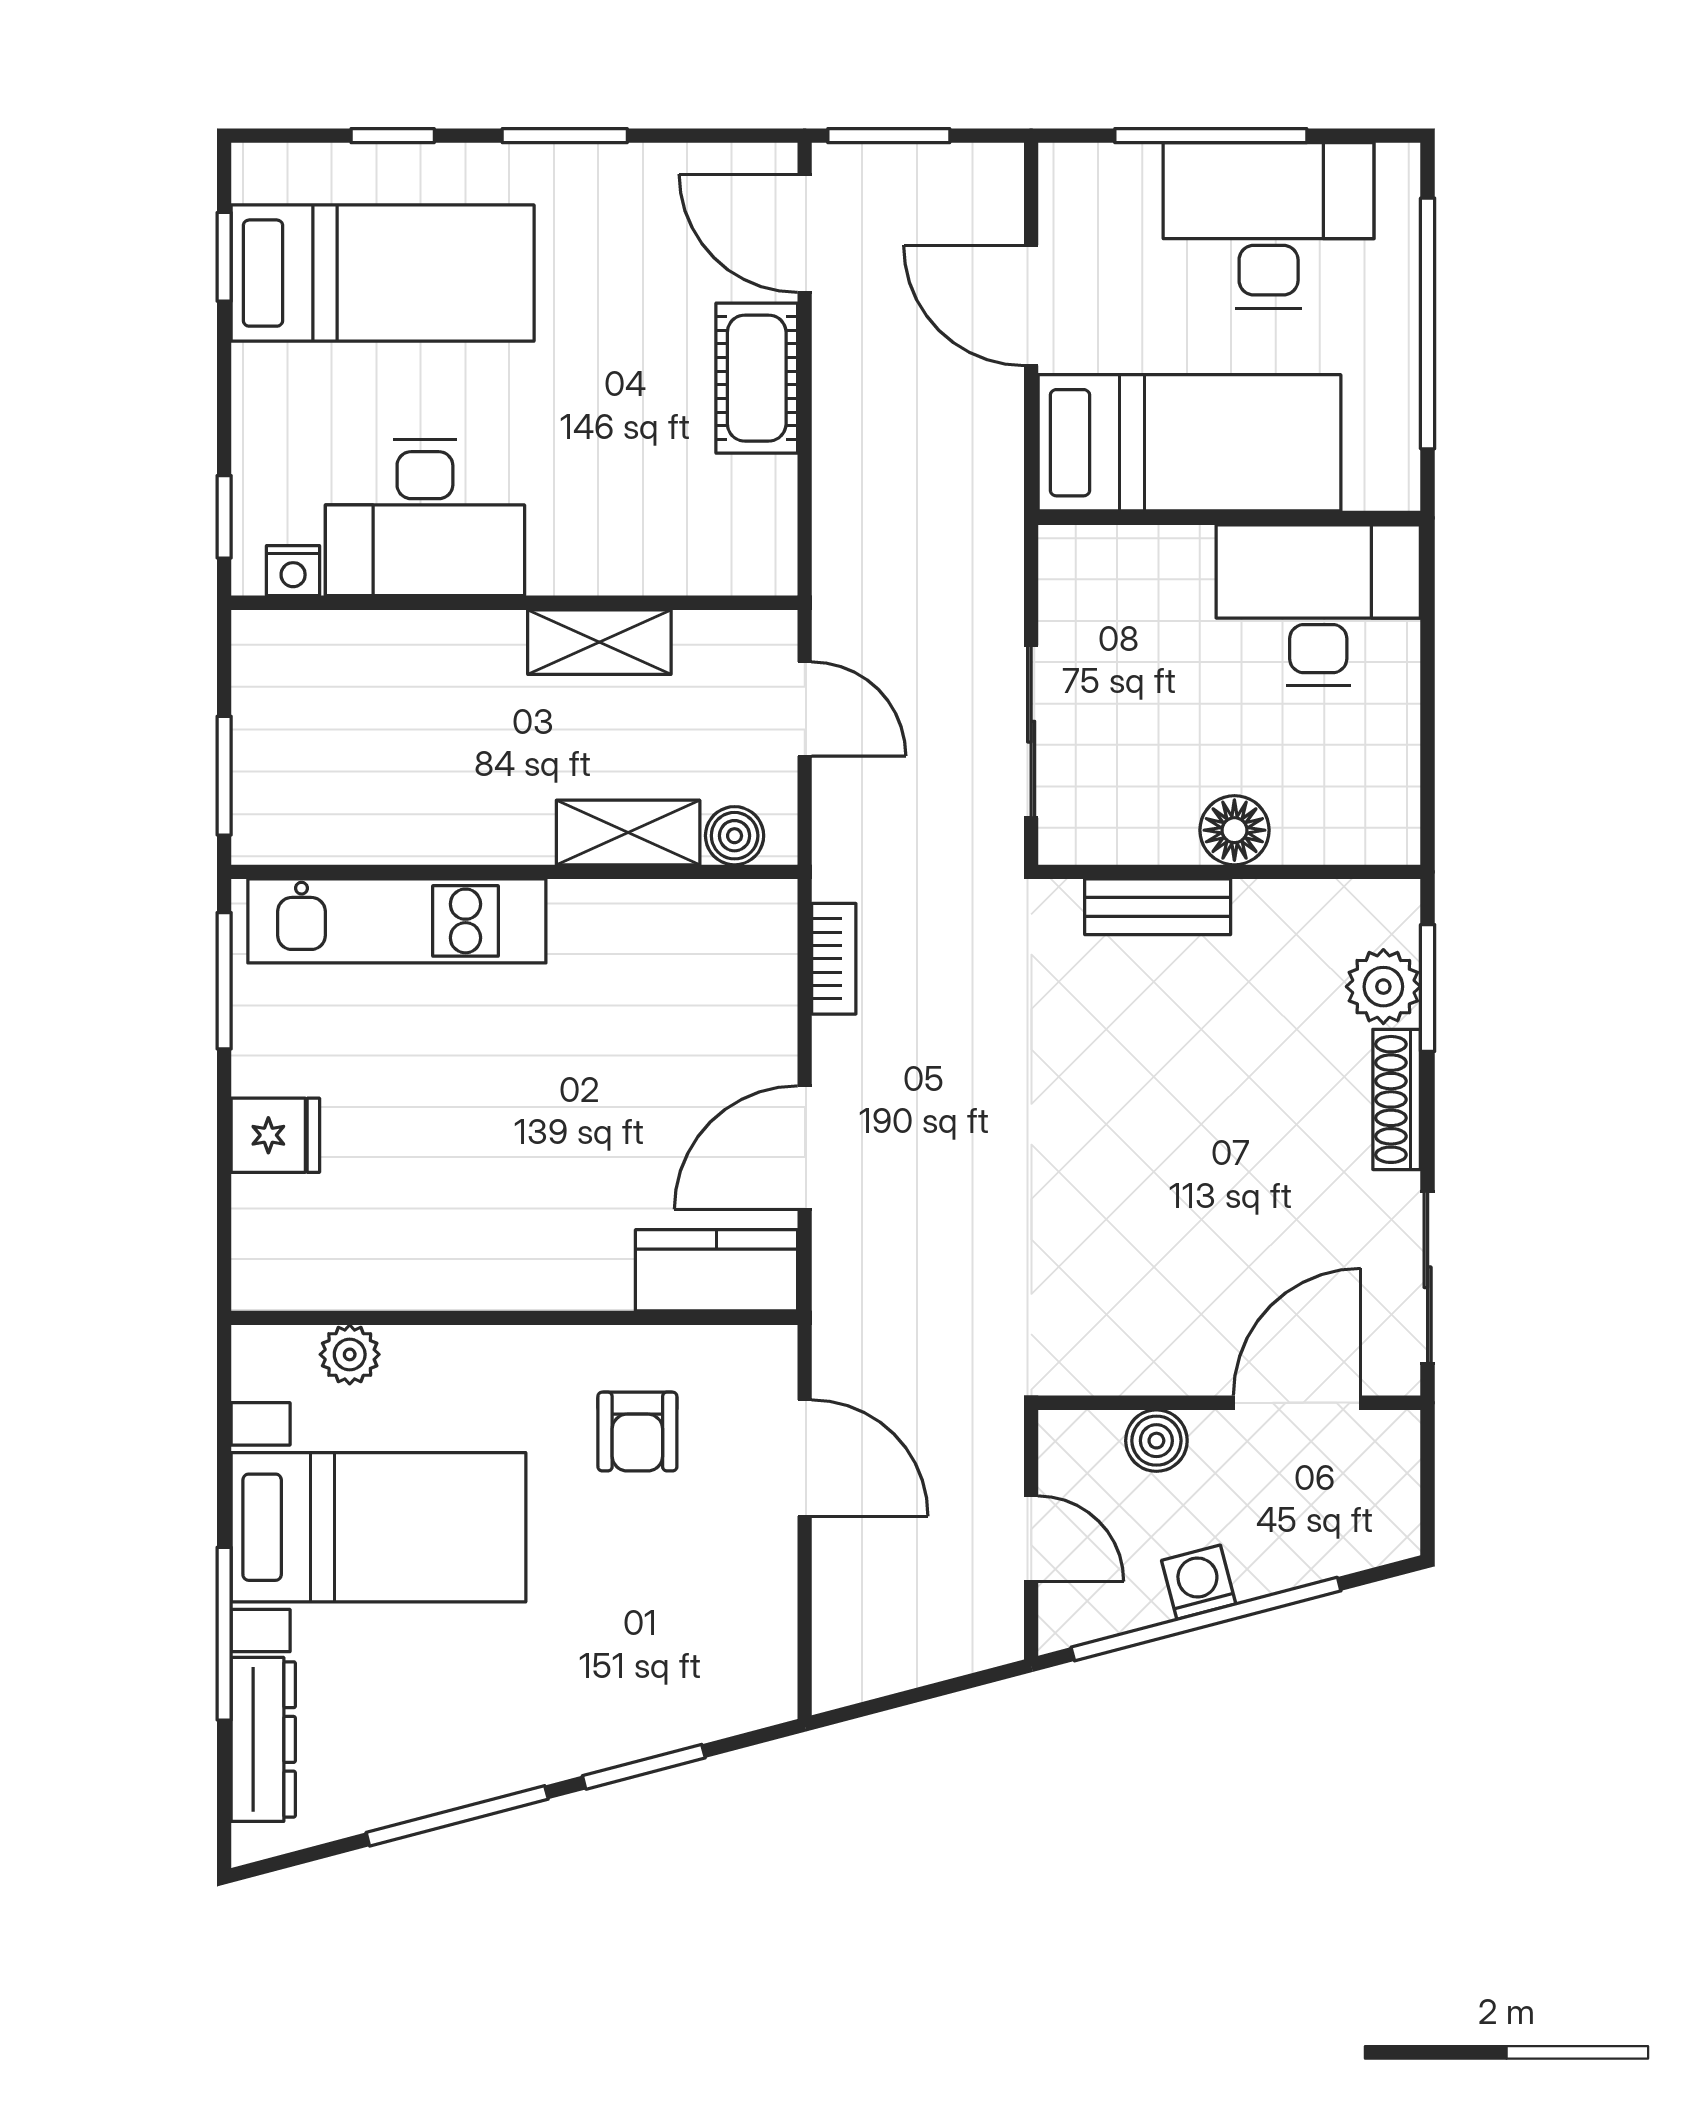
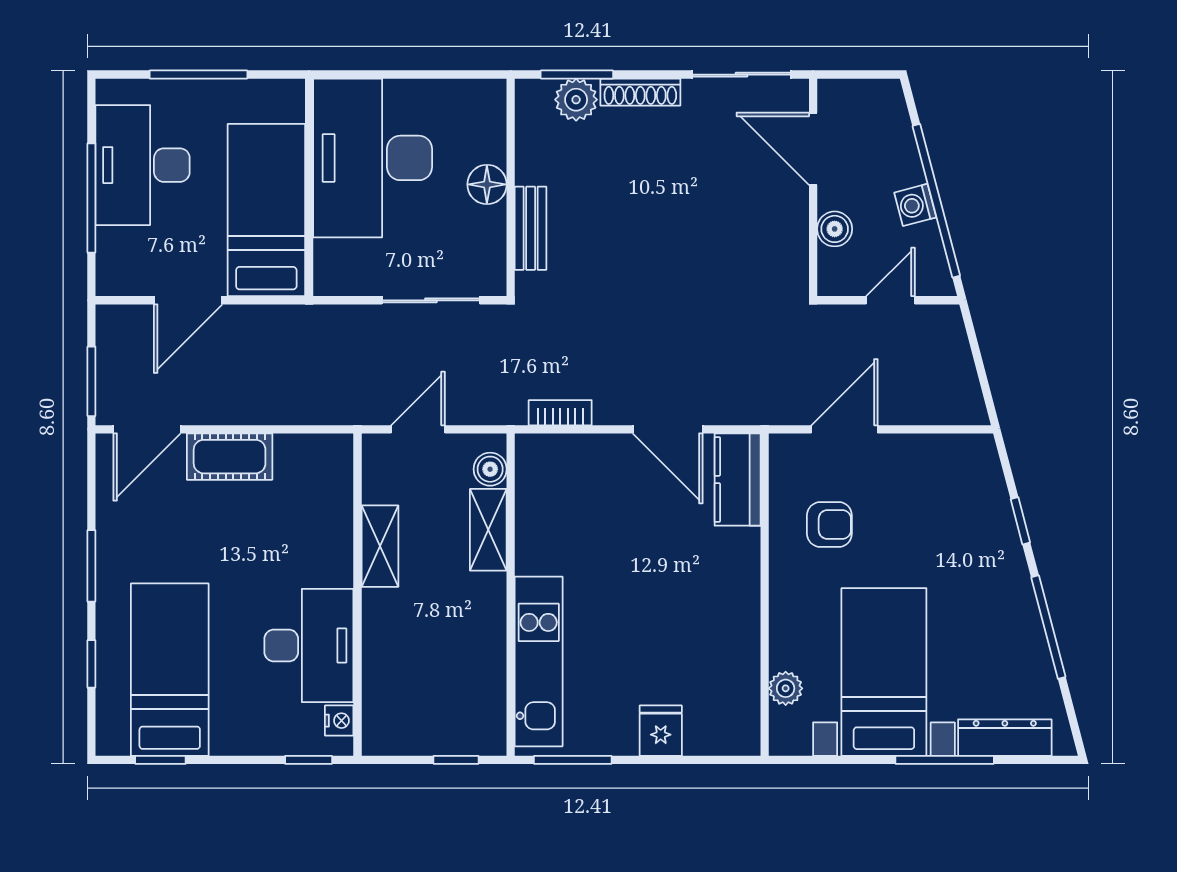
window: (1428, 323) -> (198, 75), width x0.68
desk: (1318, 605) -> (373, 158), width x1.36, depth x1.30
window: (224, 776) -> (456, 760), width x0.67
window: (644, 1767) -> (1020, 521), width x0.67

